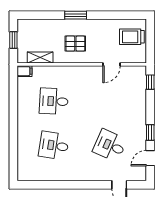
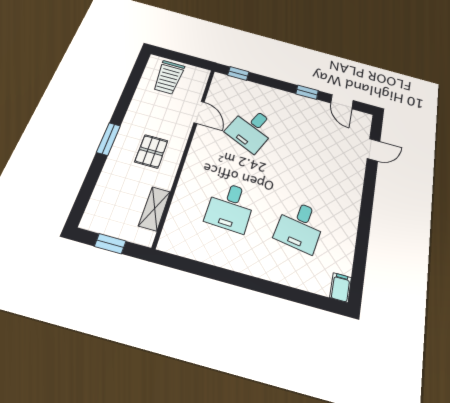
filing cabinet: (25, 71) -> (341, 287), moved
desk: (110, 145) -> (251, 129), moved

